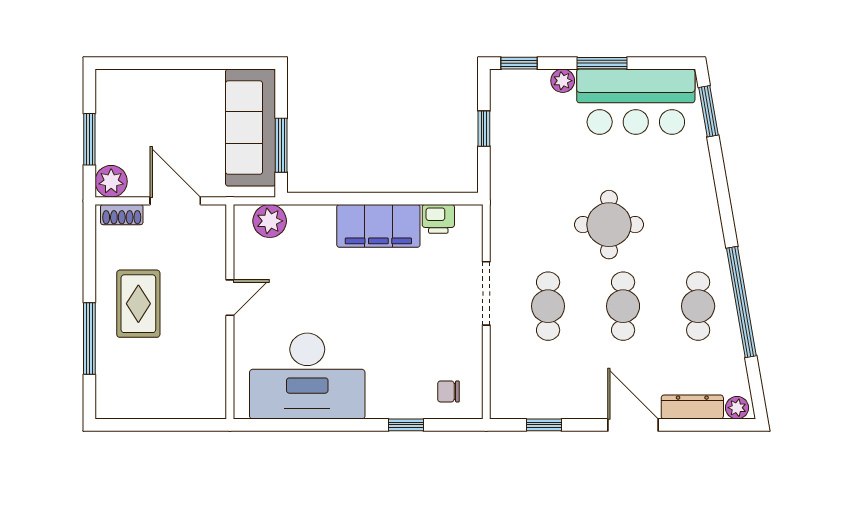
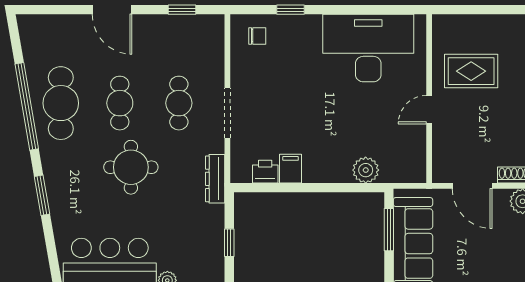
window: (708, 111) -> (42, 195), moved
plant: (270, 221) -> (366, 170), moved
filing cabinet: (378, 226) -> (291, 169), width x0.33, depth x0.86
rug: (138, 304) -> (471, 71), moved, turned 90
cafe table: (698, 306) -> (61, 103), width x1.37, depth x1.35
dresser: (692, 407) -> (215, 179), moved, turned 90
plant: (737, 408) -> (30, 23), removed

